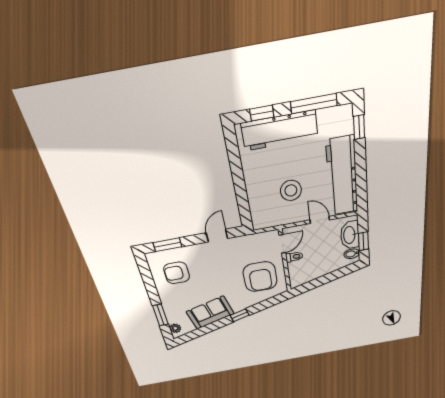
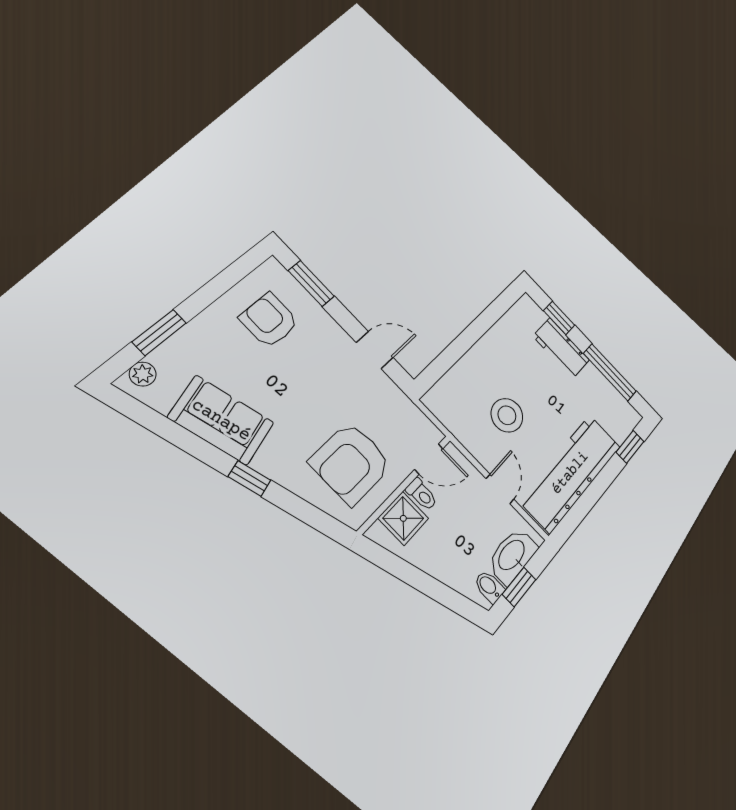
workbench: (280, 131) -> (561, 348), width x0.53, depth x0.76
shower: (297, 270) -> (403, 518), added

